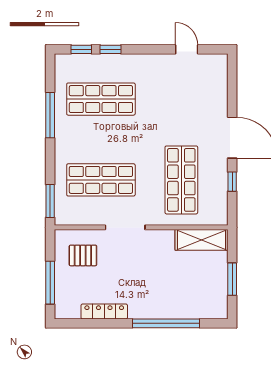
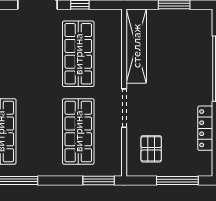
shop shelf: (181, 180) -> (78, 54), turned 90
shelving: (201, 240) -> (136, 46), width x1.47

